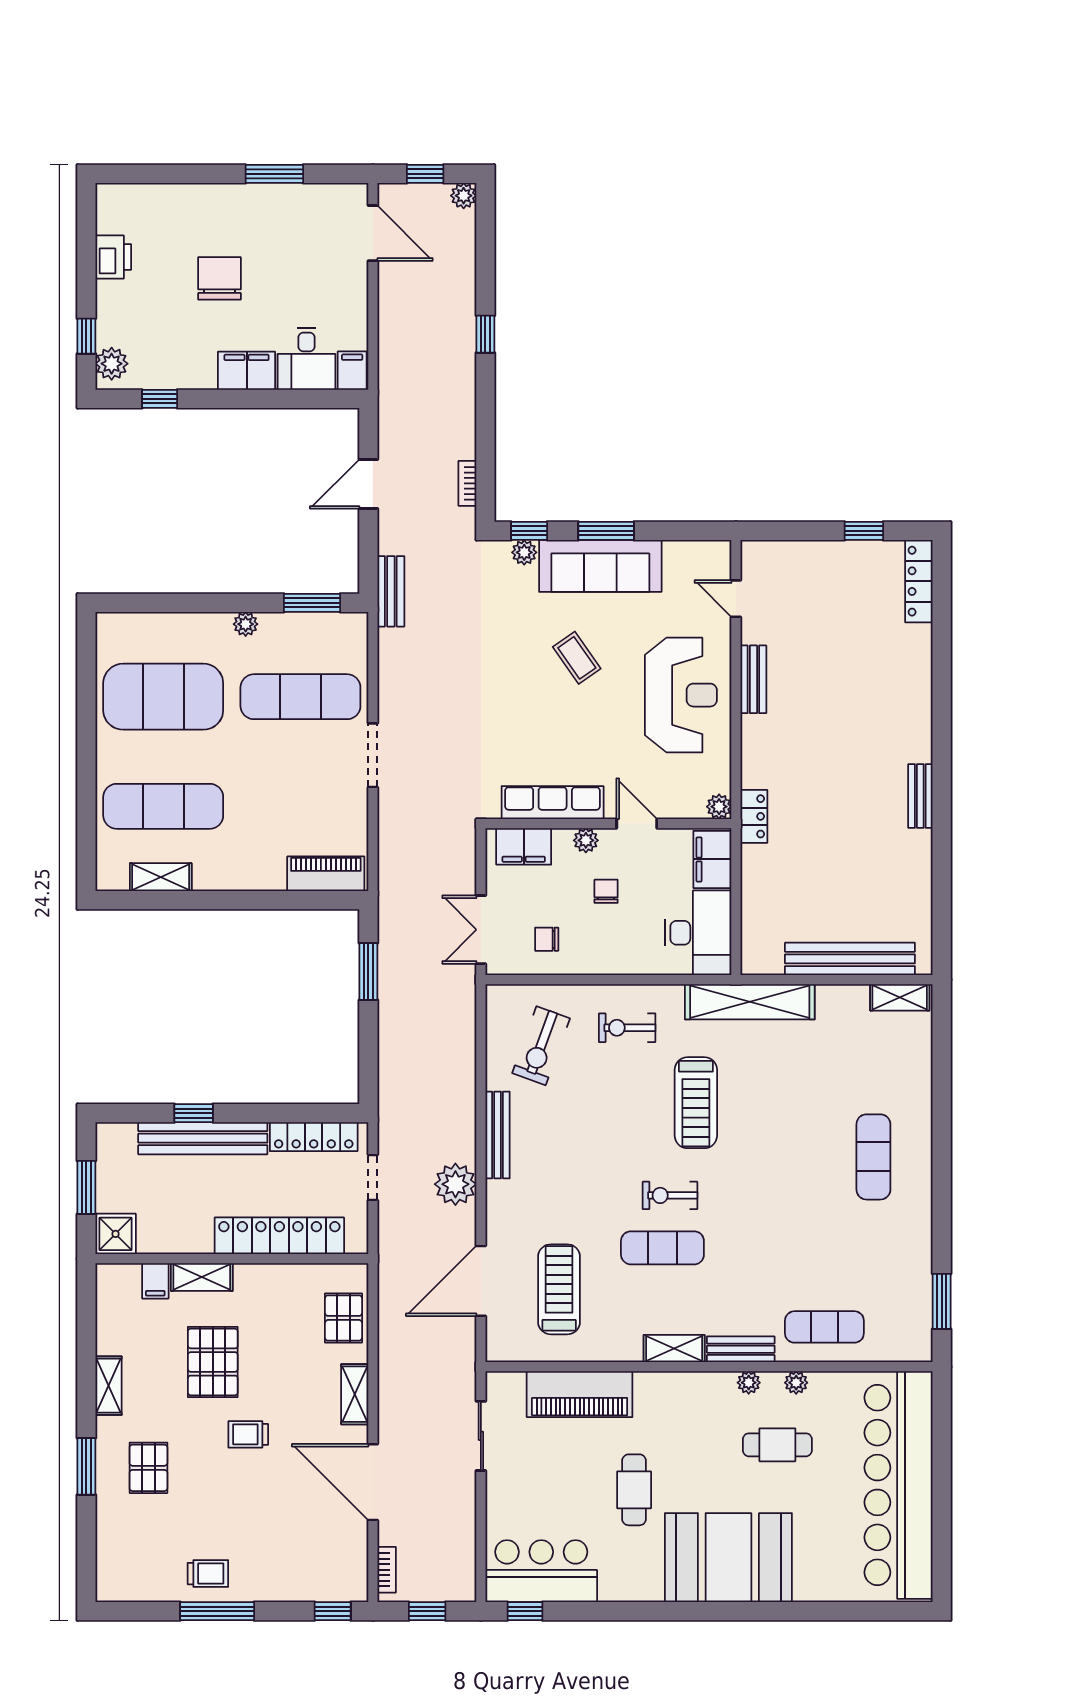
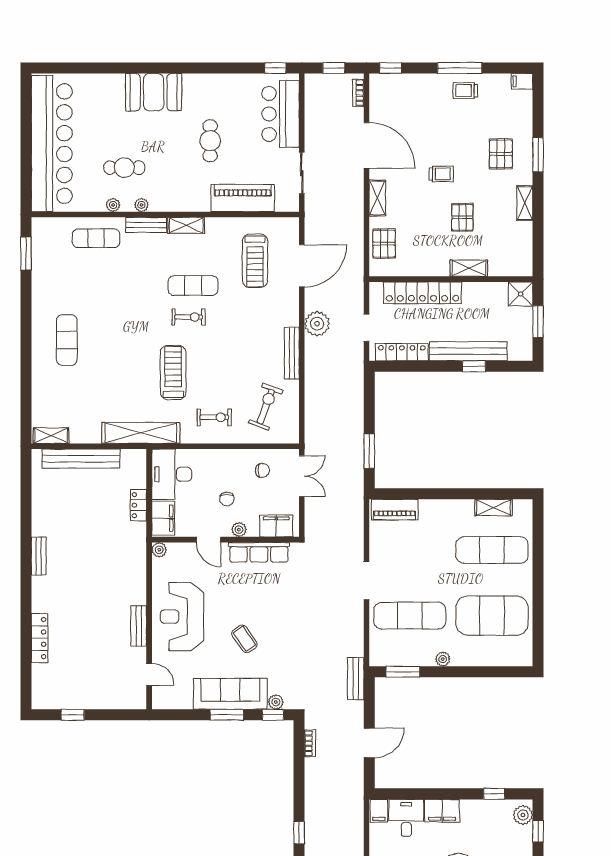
locker: (919, 581) -> (40, 638), moved
locker: (754, 816) -> (138, 505), moved
filing cabinet: (155, 1281) -> (522, 81), moved, turned -90
pallet: (213, 1362) -> (462, 217), width x0.67, depth x0.71
booth: (728, 1558) -> (154, 92), width x0.73, depth x0.70
bar counter: (541, 1571) -> (281, 114), moved, turned 90

